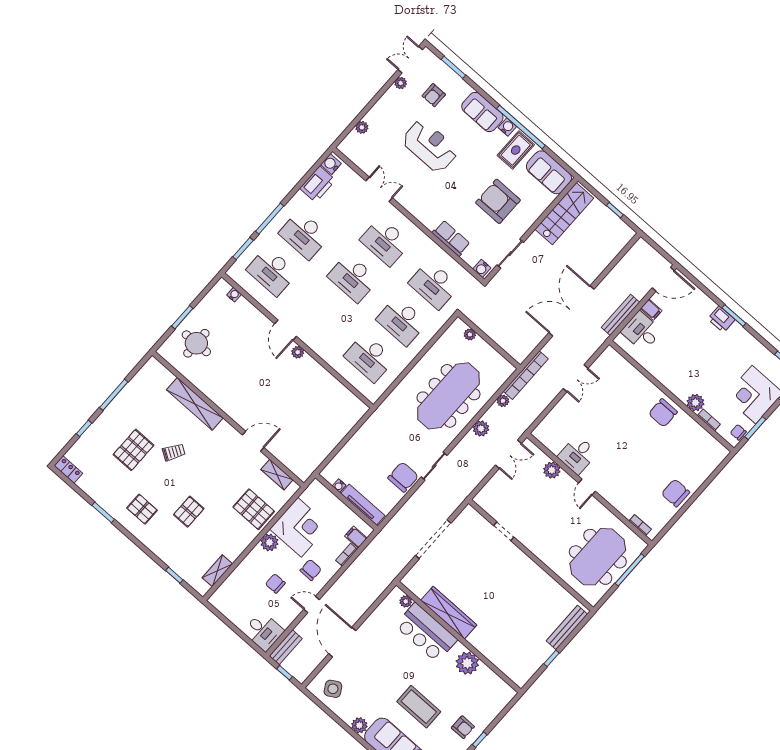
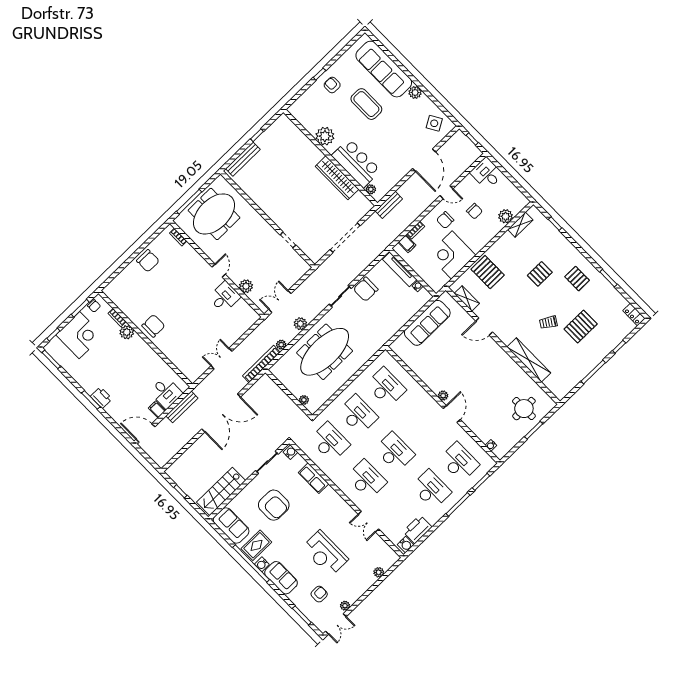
sofa: (324, 441) -> (427, 323), added
plant: (269, 542) -> (506, 216), moved
bench: (286, 647) -> (389, 205), moved

